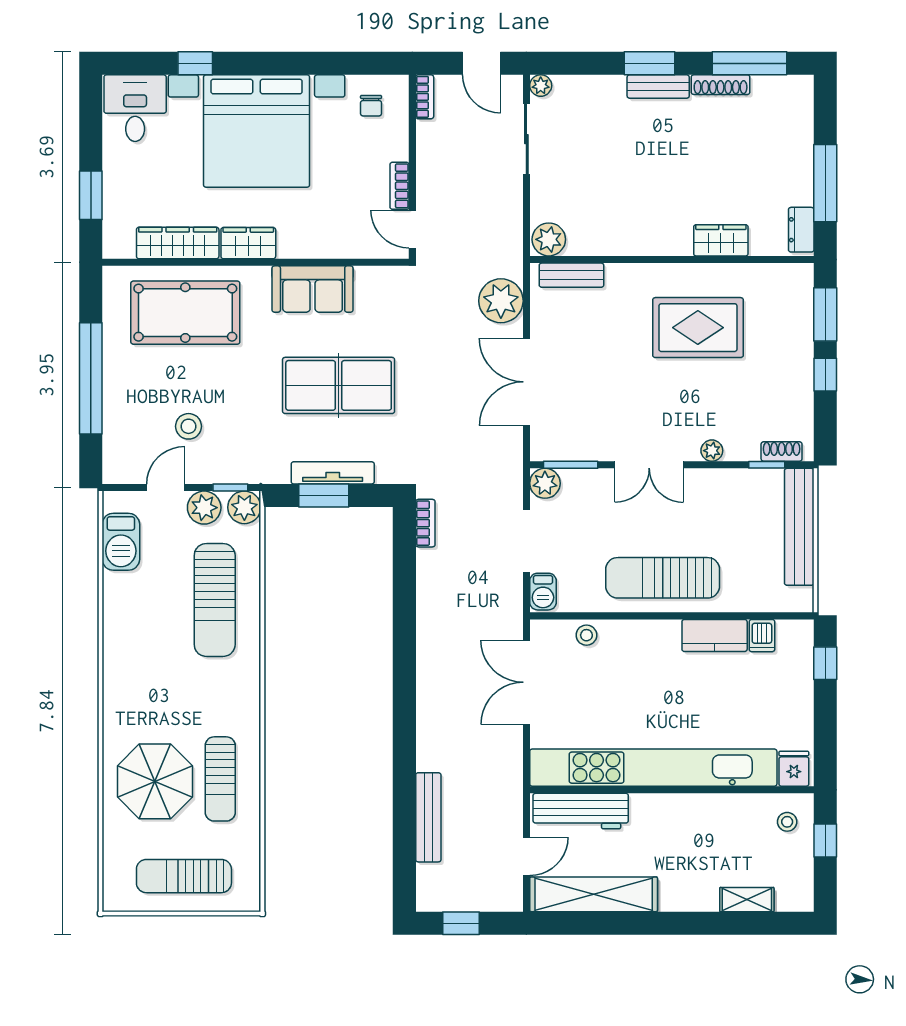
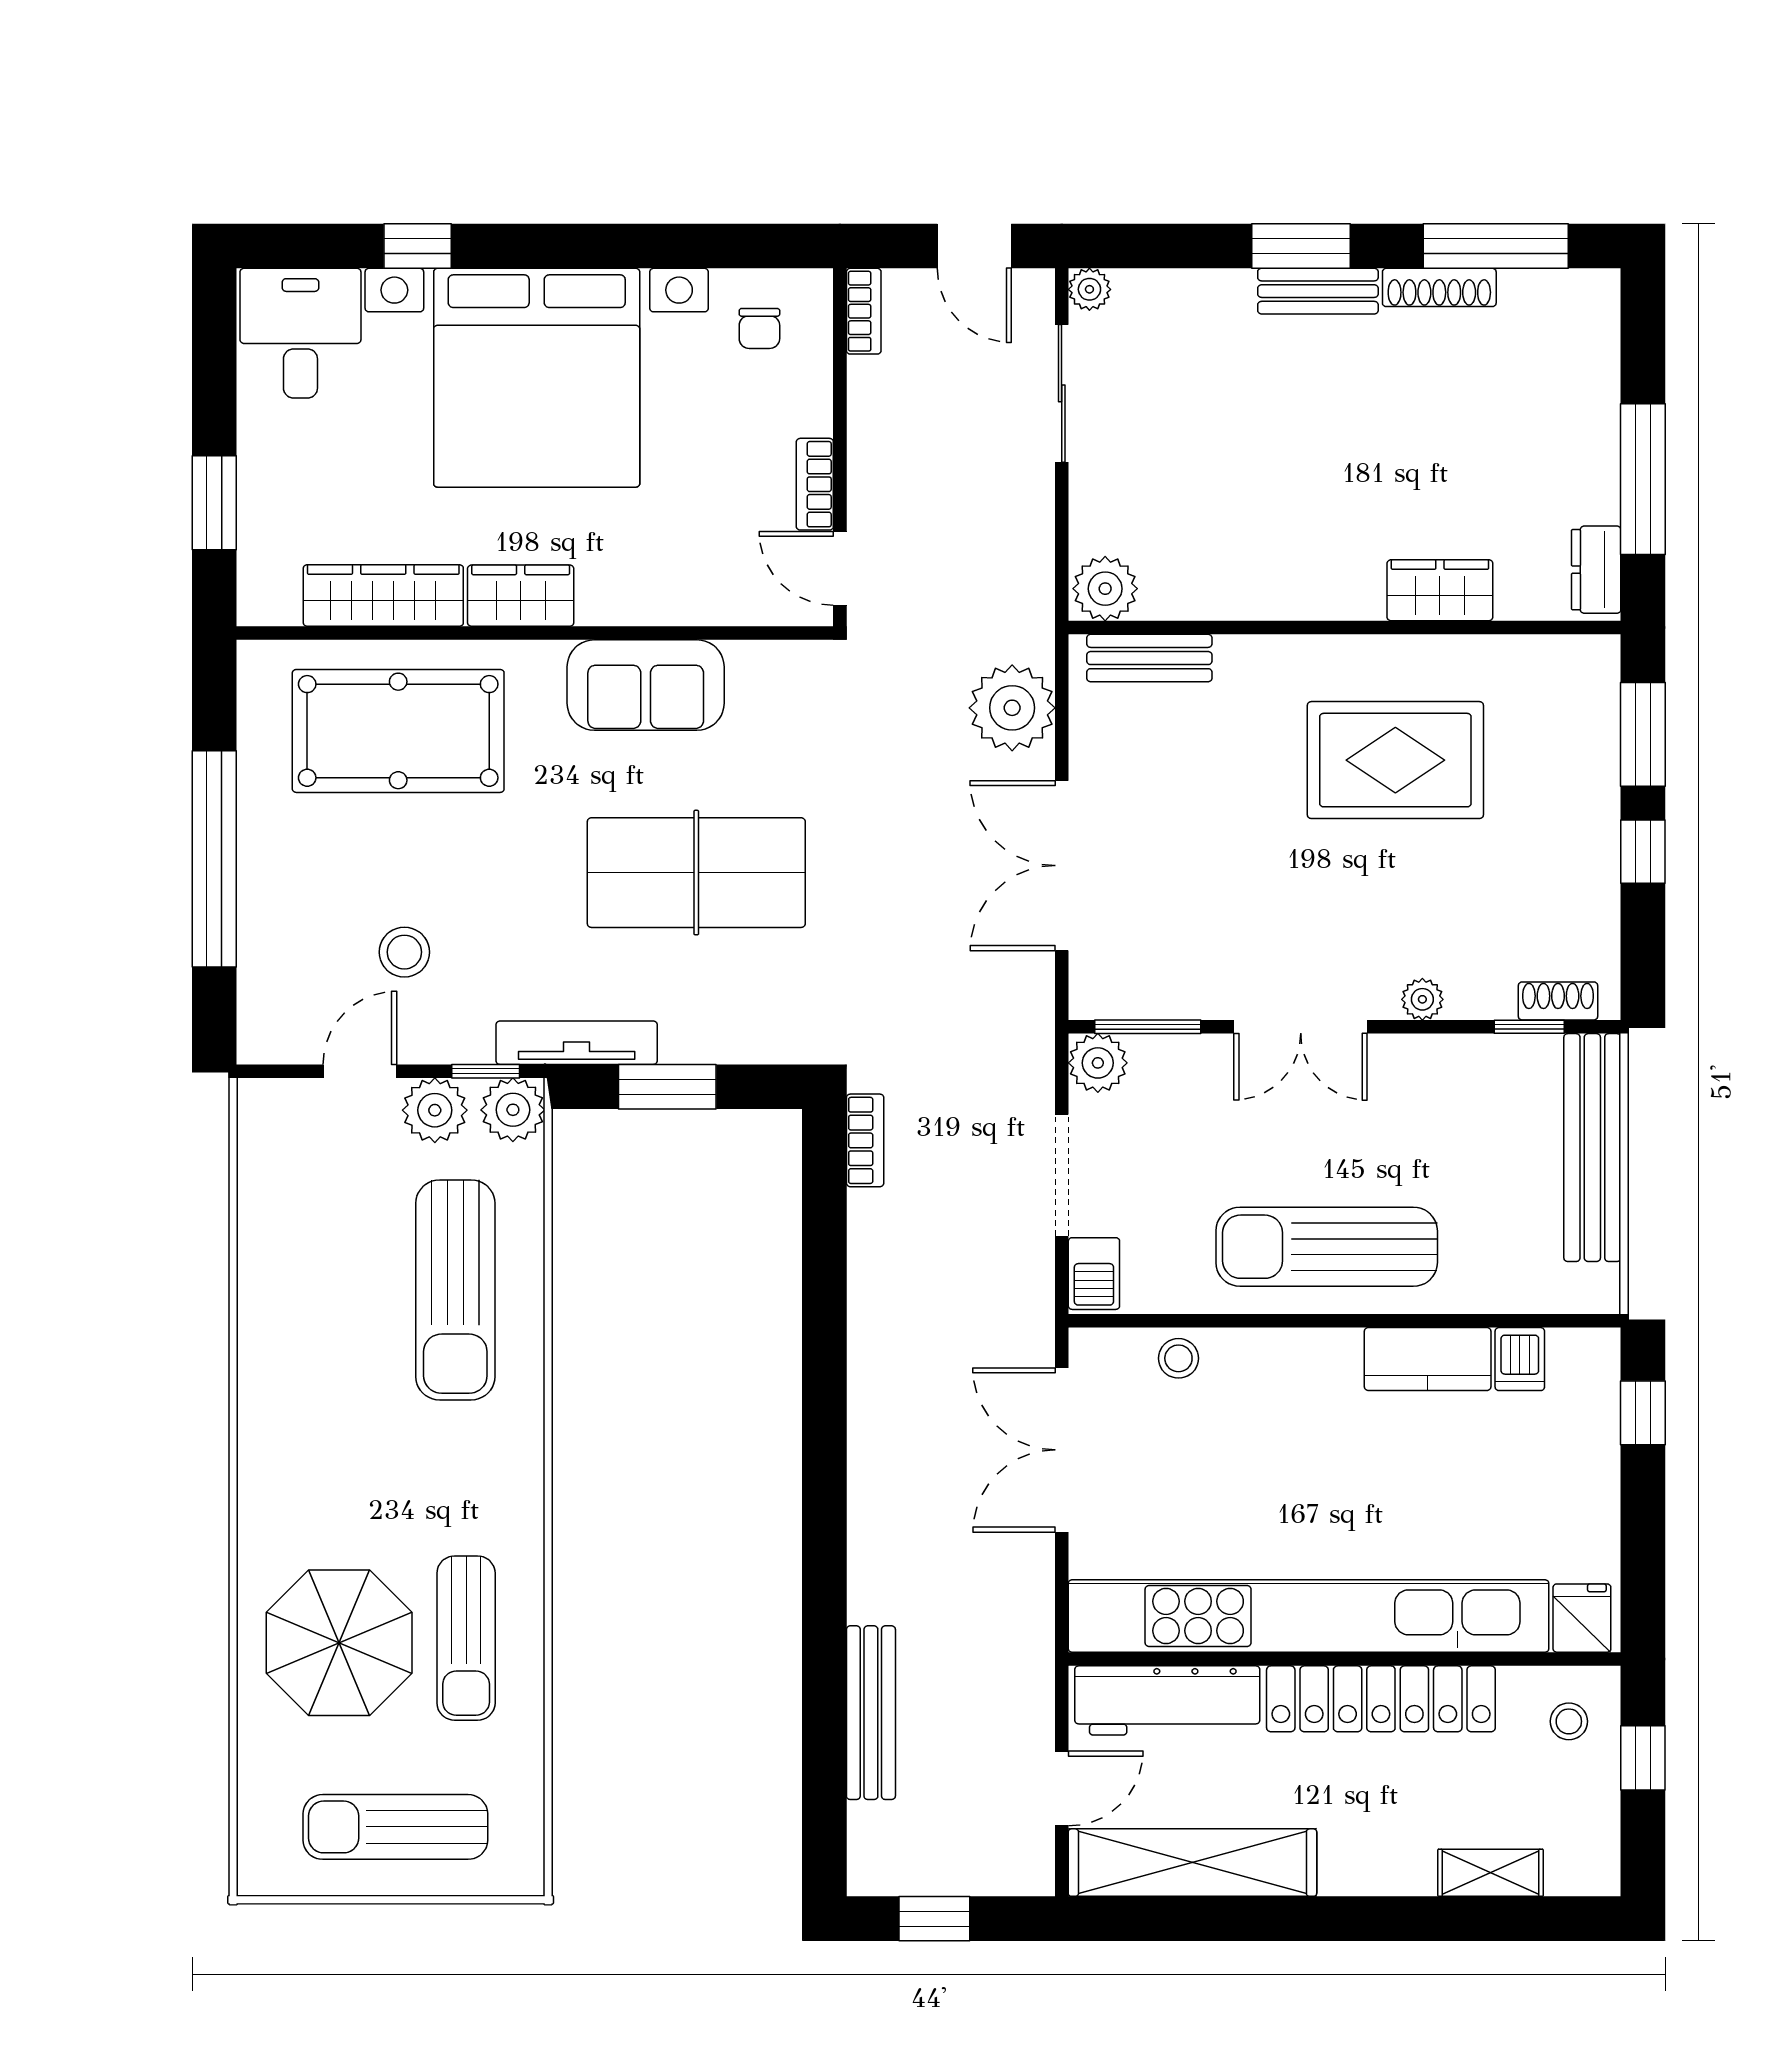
tv unit: (333, 473) -> (577, 1043), moved
barbecue: (121, 542) -> (273, 1177), removed
locker: (691, 810) -> (1381, 1699), added

